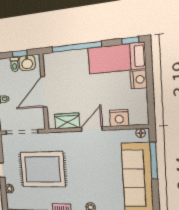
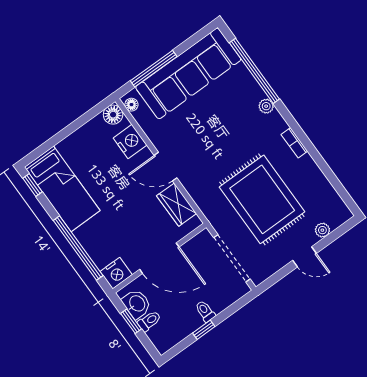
nightstand: (139, 80) -> (116, 273), moved, turned 180
floor lamp: (142, 118) -> (113, 115), added

